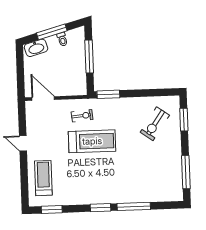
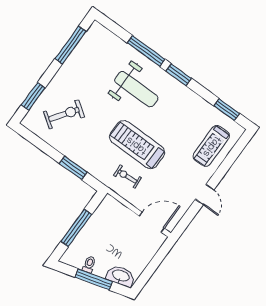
window: (108, 94) -> (73, 168), moved
door: (43, 98) -> (152, 222), swing flipped
weight bench: (121, 177) -> (136, 89), added

